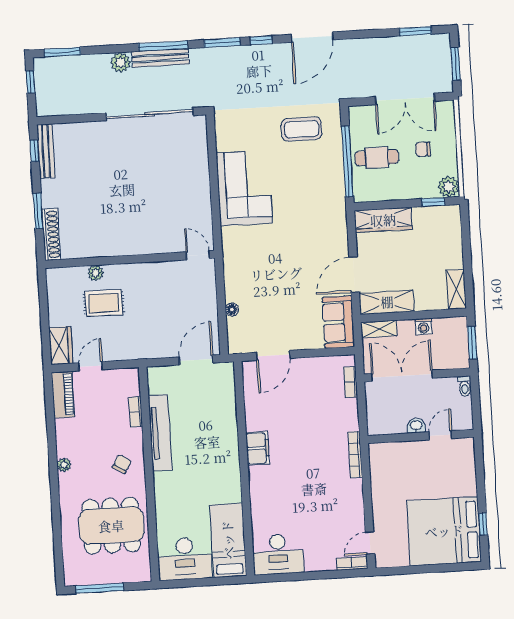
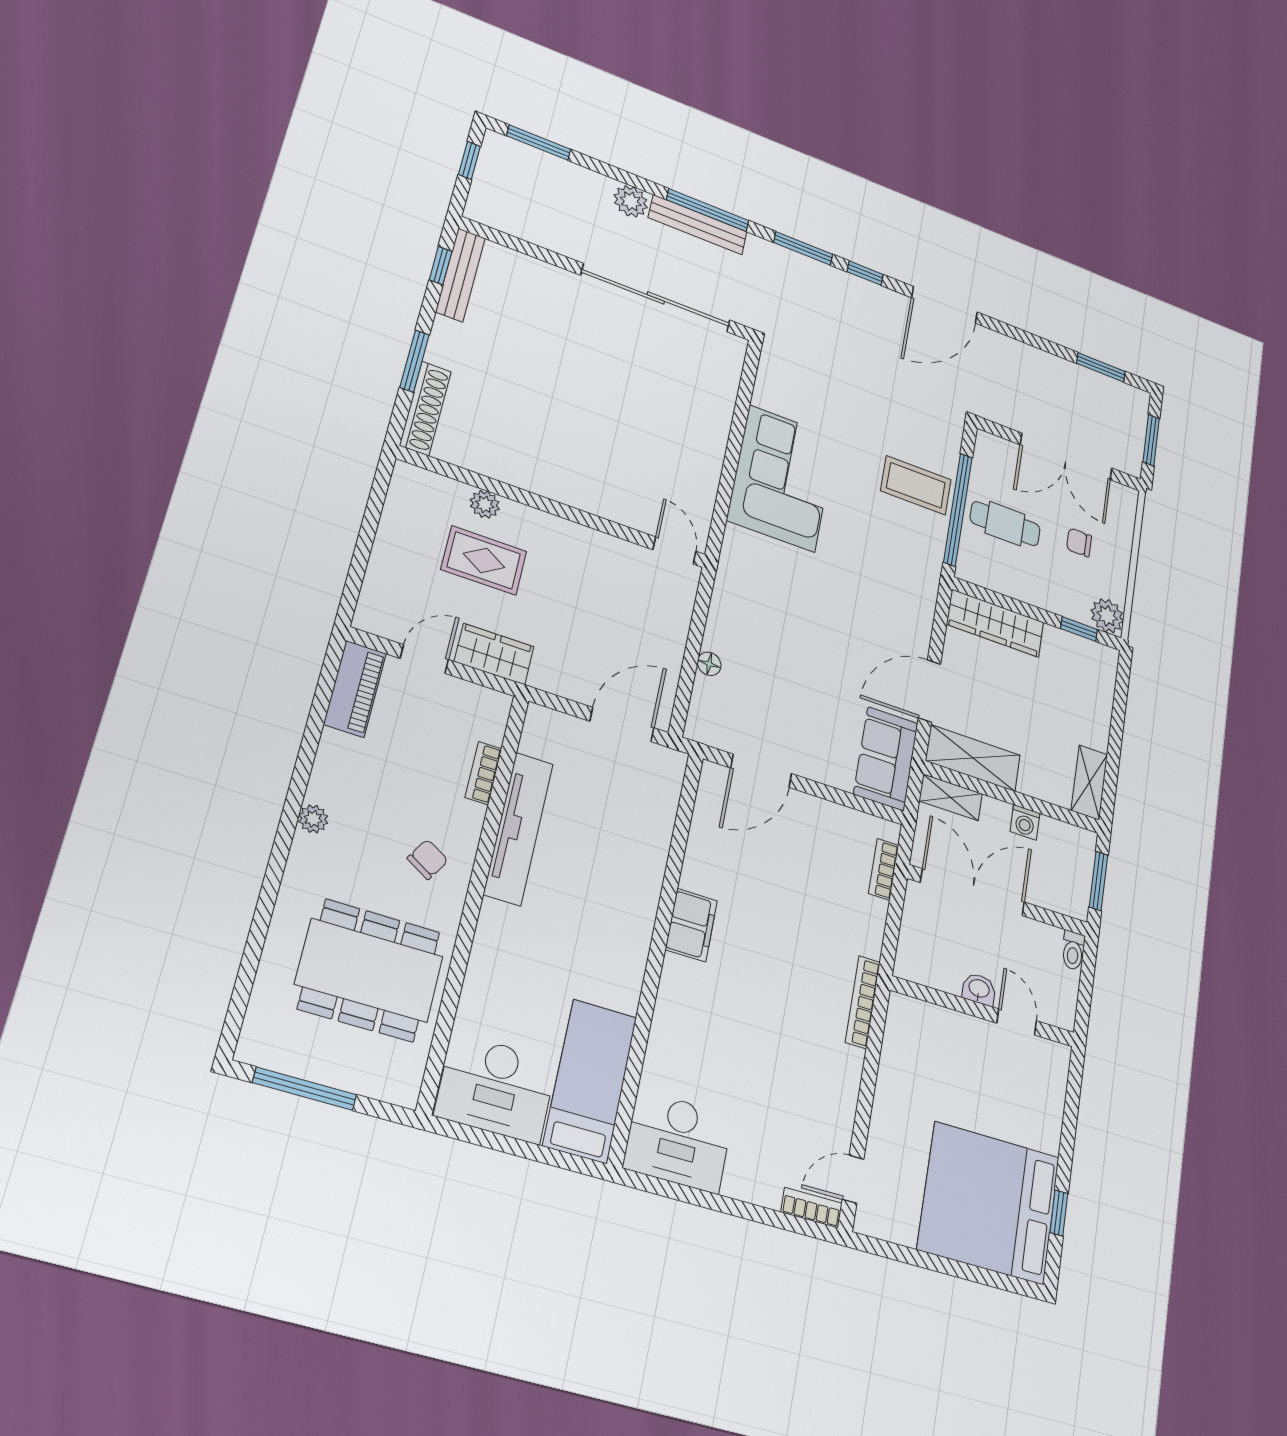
coffee table: (301, 129) -> (916, 485), moved
wardrobe: (61, 346) -> (494, 654), moved, turned -90
door: (440, 435) -> (1017, 1022), hinge flipped

